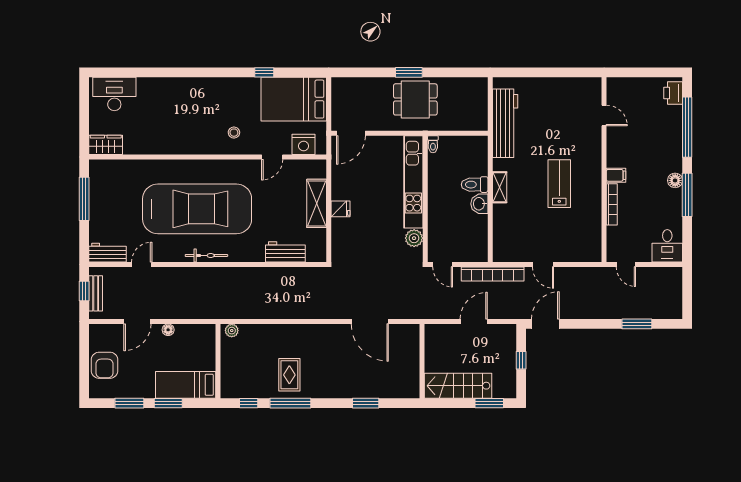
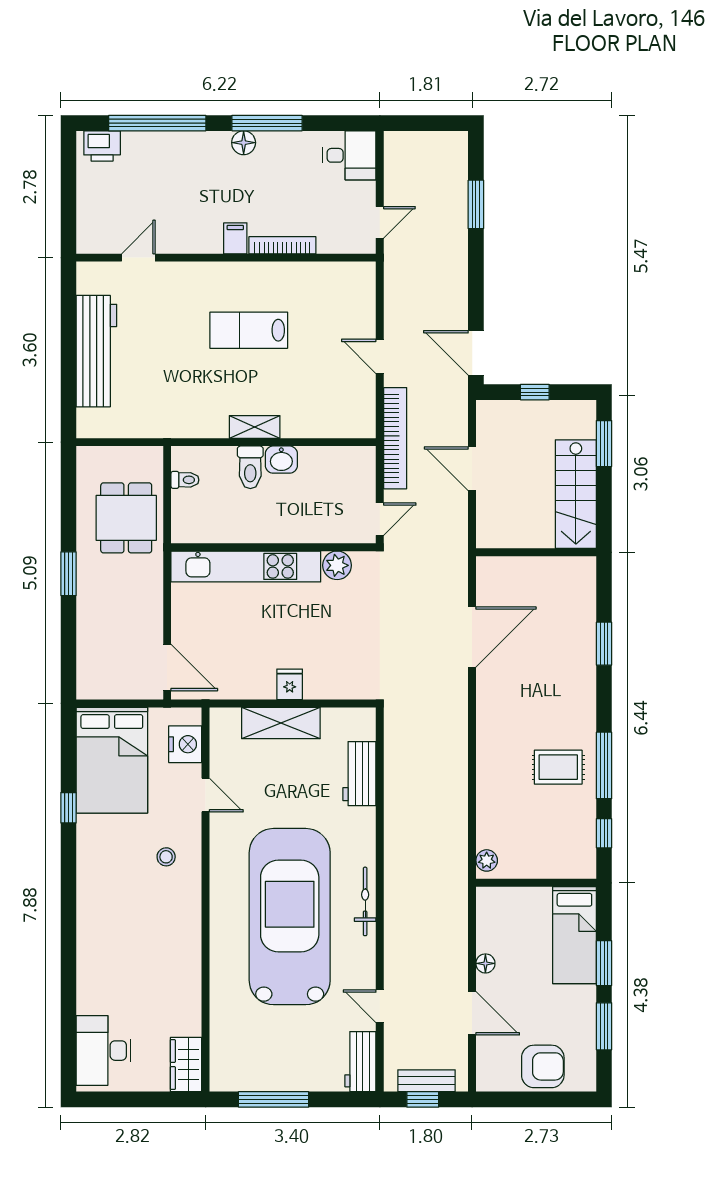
dining table: (415, 99) -> (126, 518), moved
workbench: (505, 123) -> (96, 351), moved, turned 90
toilet: (433, 144) -> (185, 480), moved
door: (543, 265) -> (380, 356), swing flipped

